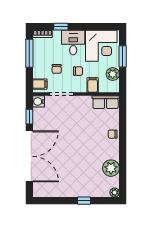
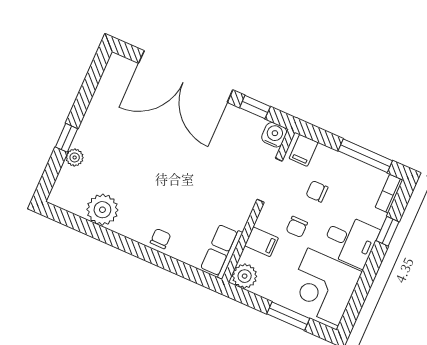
plant: (113, 74) -> (245, 276), moved
plant: (115, 193) -> (75, 157), moved

